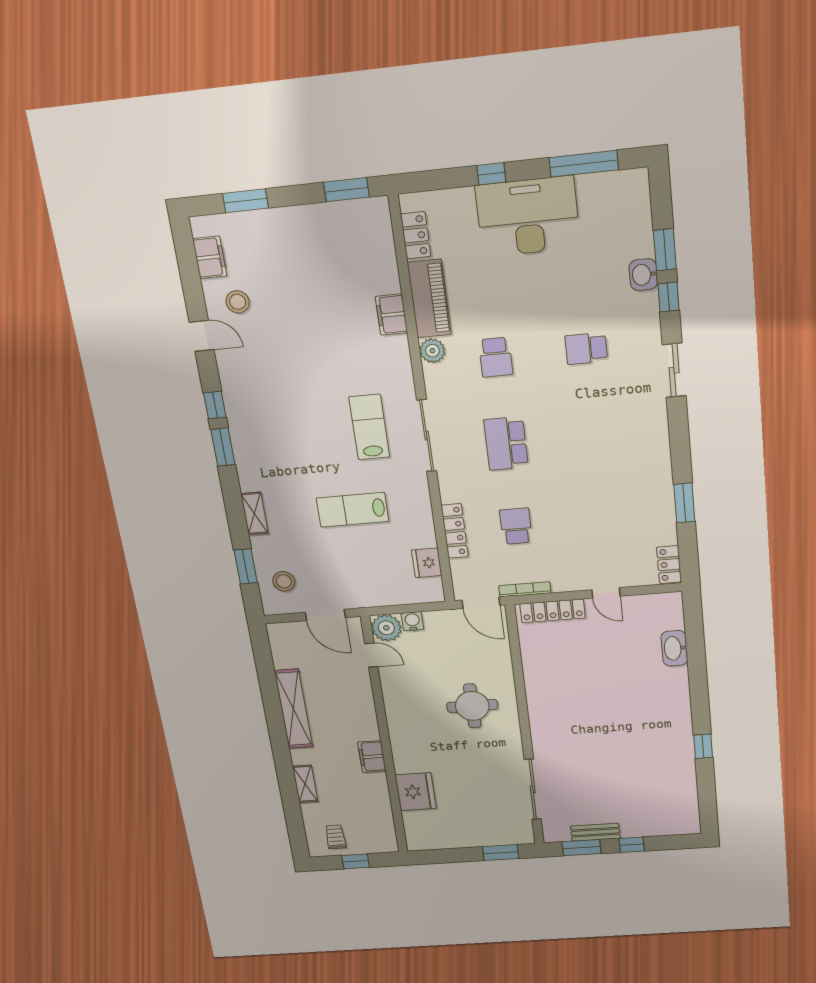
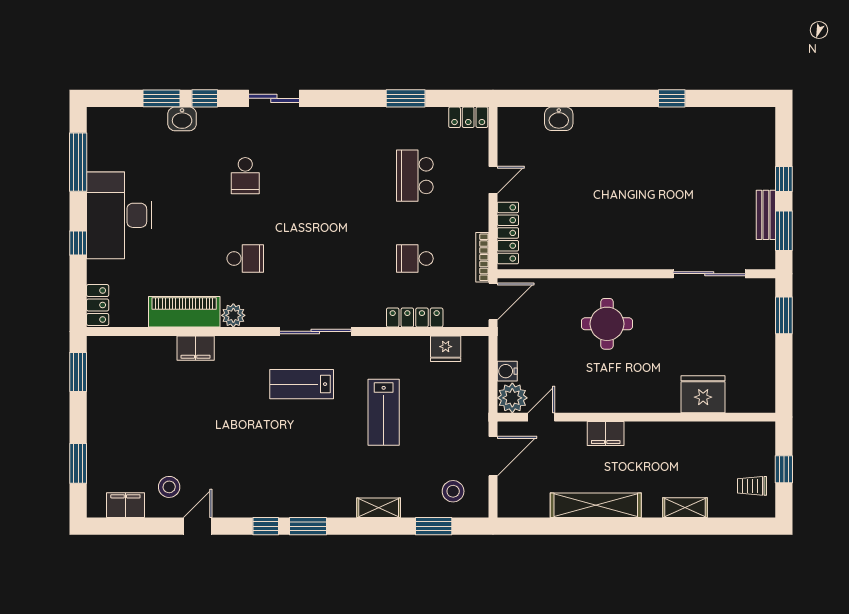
locker: (416, 235) -> (98, 305), moved, turned 90
school desk: (506, 443) -> (415, 176), moved, turned 90
washbasin: (674, 648) -> (559, 119), width x0.72
filing cabinet: (372, 757) -> (606, 434), moved

